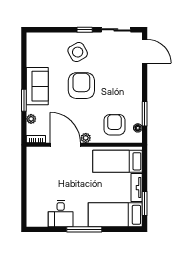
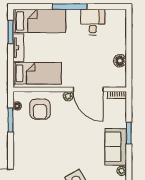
armchair: (81, 86) -> (72, 147), removed
plant: (31, 119) -> (122, 171), moved
floor lamp: (33, 174) -> (120, 61), added

